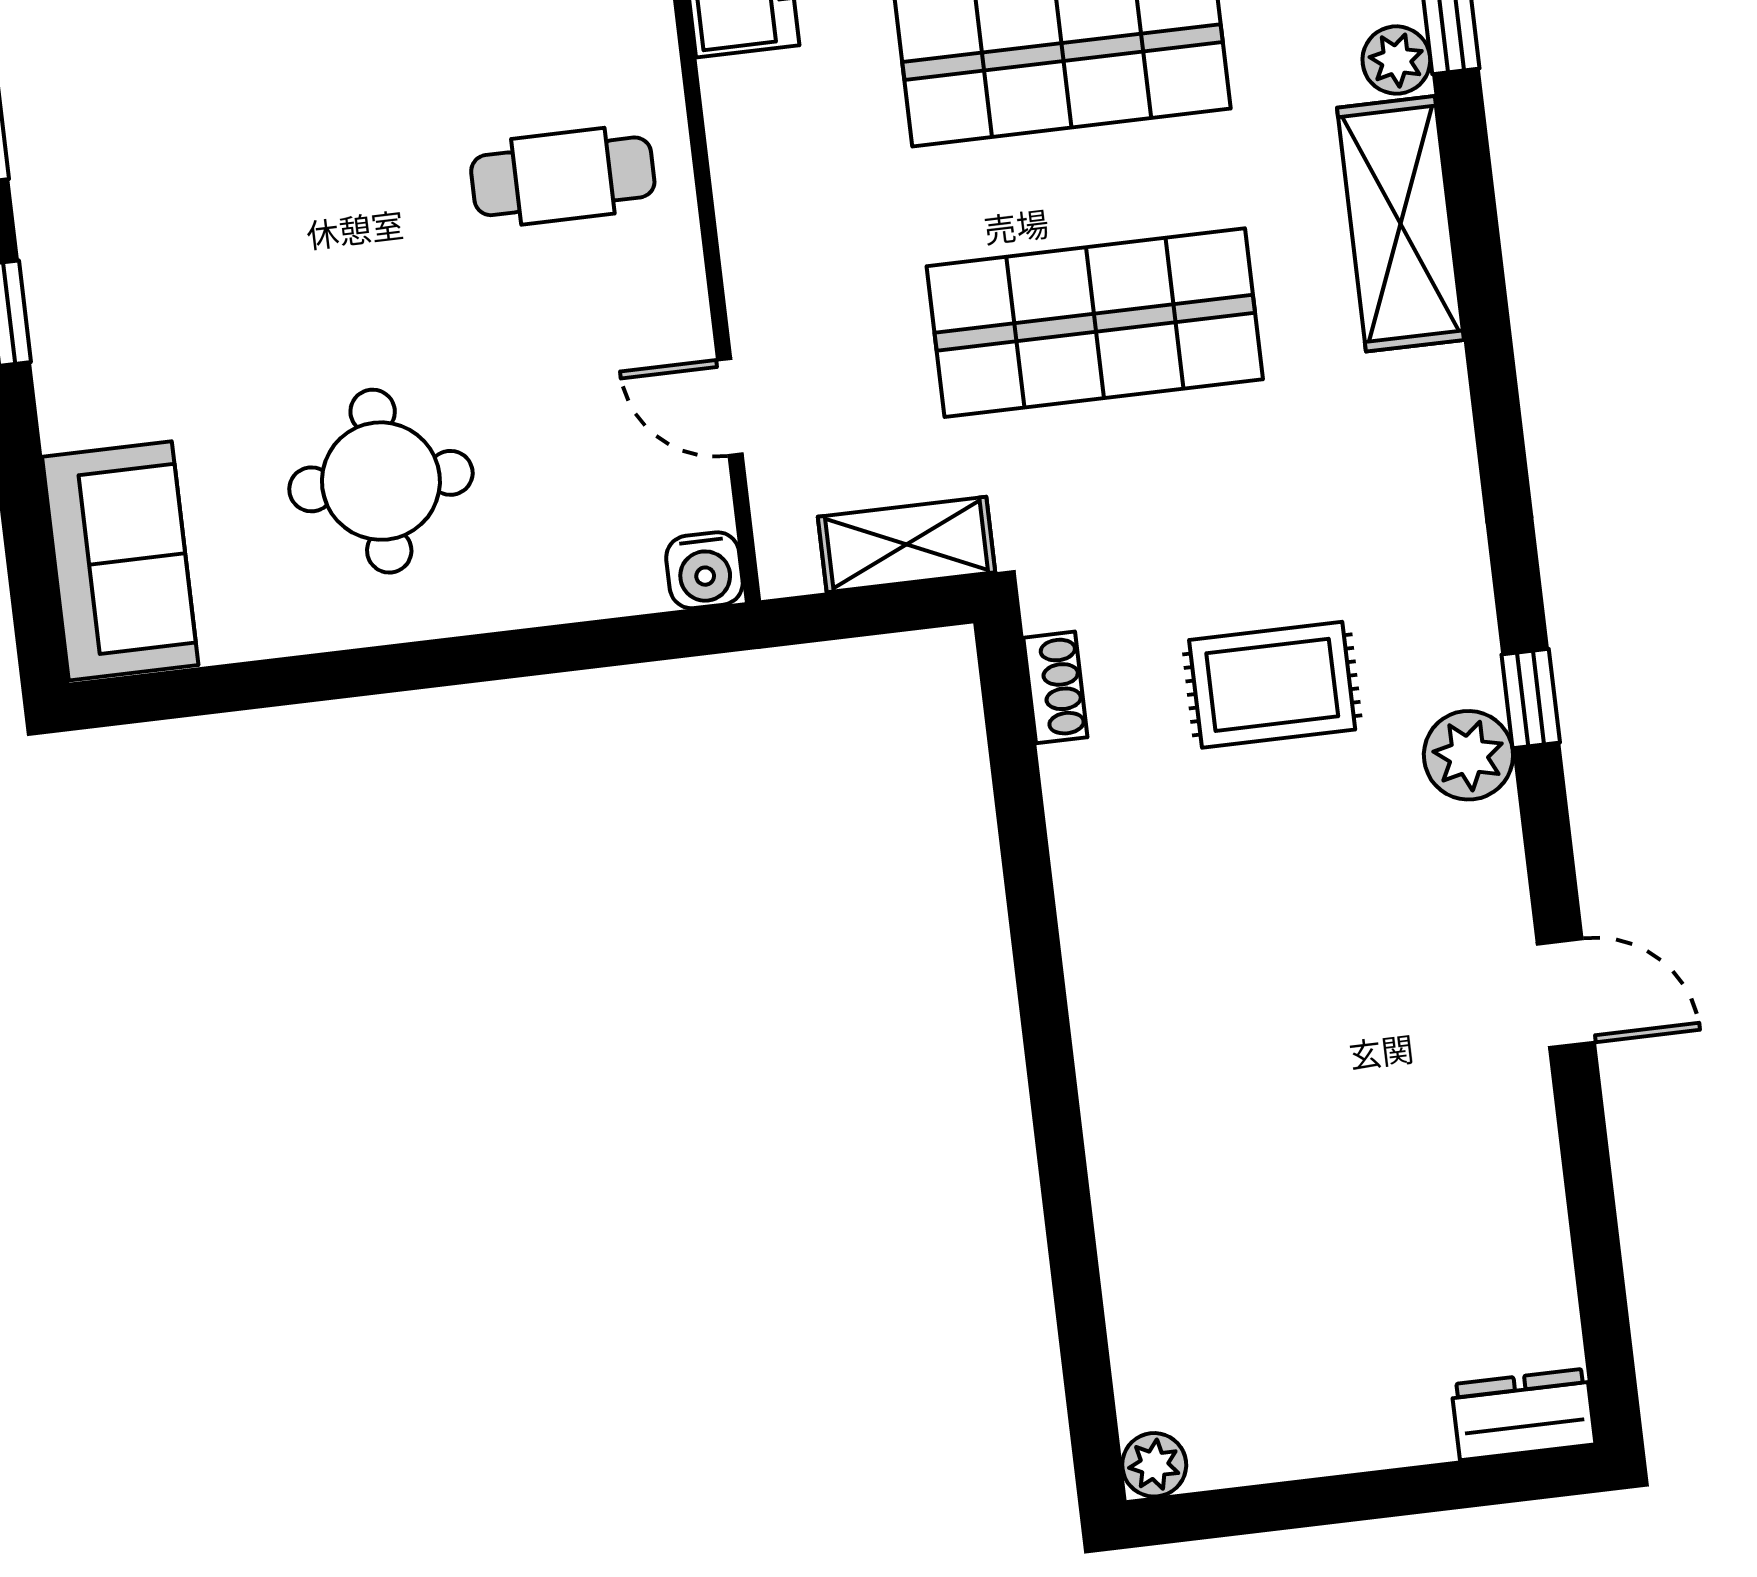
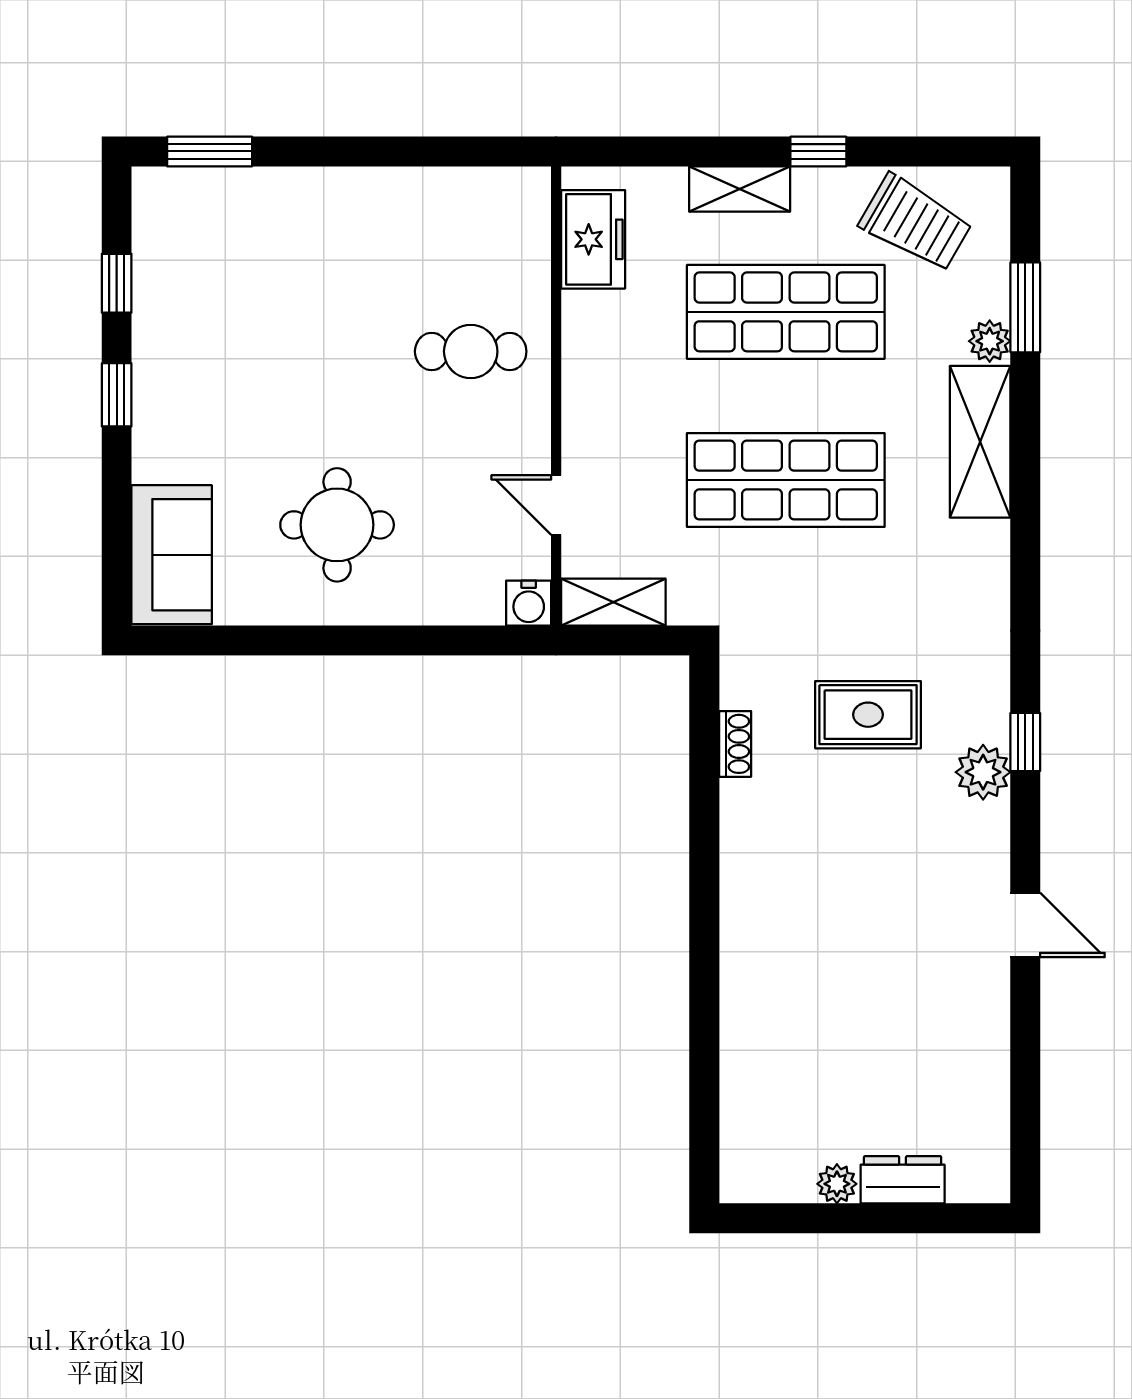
shelving: (906, 545) -> (613, 602), moved
shoe rack: (1055, 687) -> (735, 744), moved
dresser: (1523, 1414) -> (903, 1180), moved
plant: (1154, 1465) -> (837, 1184), moved

